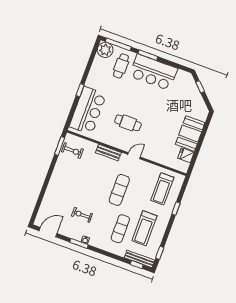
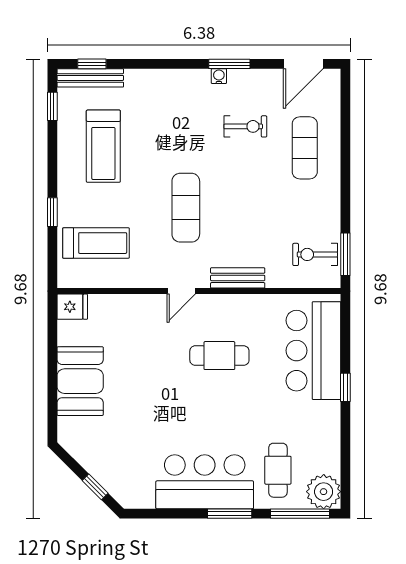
fridge: (186, 155) -> (72, 307), moved
treadmill: (162, 189) -> (96, 243), turned 90
treadmill: (144, 228) -> (103, 146), turned 180
exercise mat: (120, 229) -> (305, 148), moved

